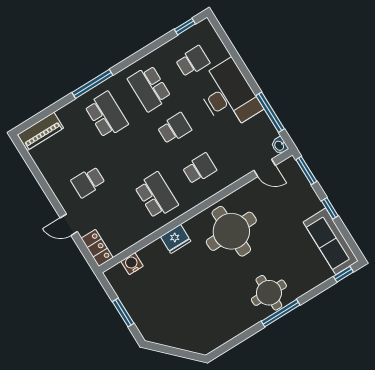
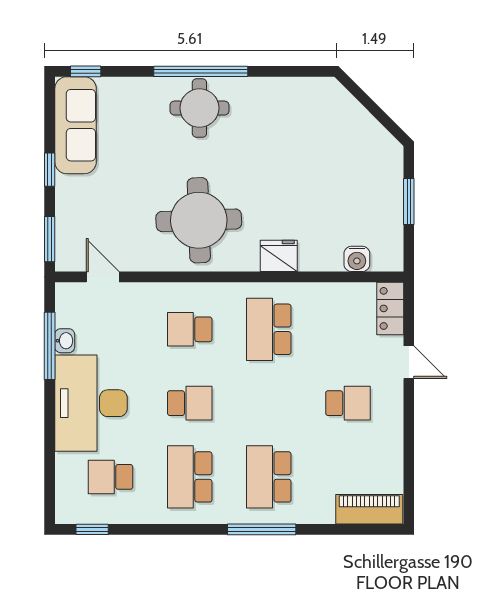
school desk: (149, 88) -> (190, 477), turned 180
school desk: (174, 128) -> (190, 403), turned 180
washbasin: (279, 146) -> (65, 341), moved
window: (281, 313) -> (201, 71), width x1.46

